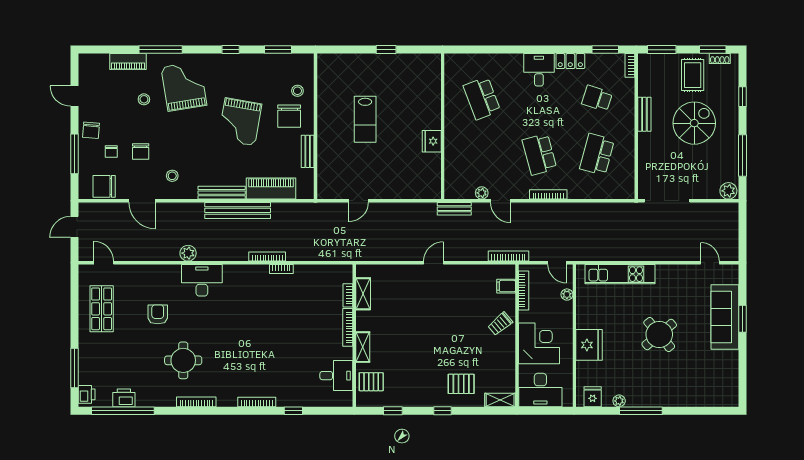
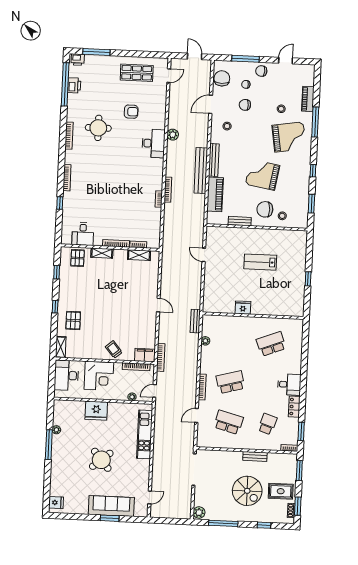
door: (501, 201) -> (197, 415), moved
filing cabinet: (506, 286) -> (145, 355), width x2.00
fridge: (593, 397) -> (56, 503), moved

